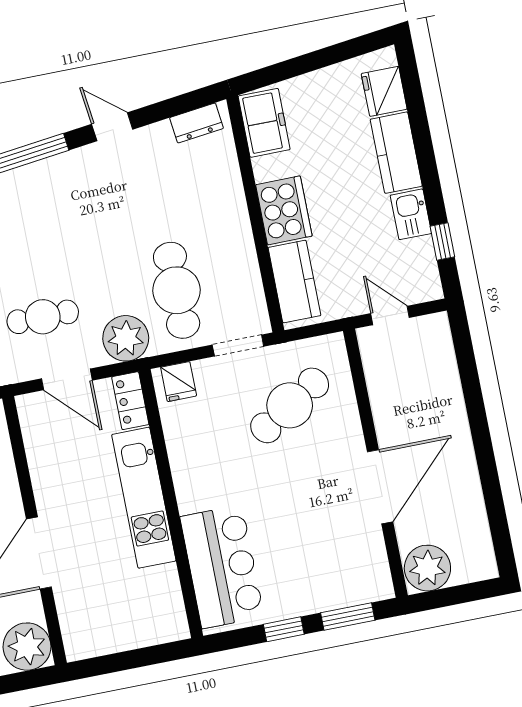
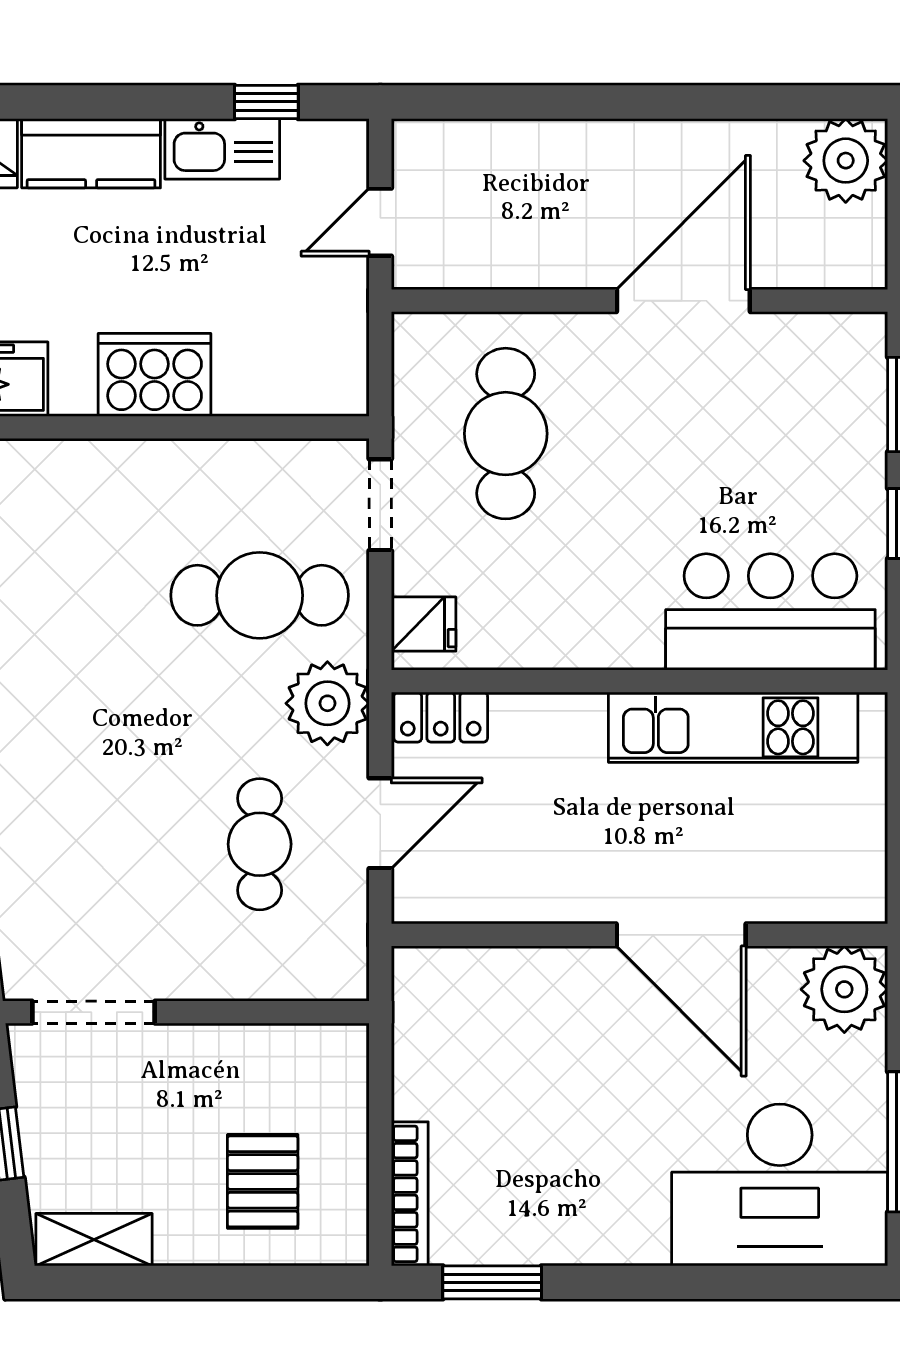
kitchen sink: (411, 214) -> (222, 149), width x1.38
kitchen counter: (294, 282) -> (286, 381), removed
cafe table: (290, 405) -> (506, 434), turned 32
door: (380, 487) -> (683, 301), hinge flipped
kitchen unit: (144, 498) -> (733, 727), moved
plant: (427, 568) -> (846, 161), moved

